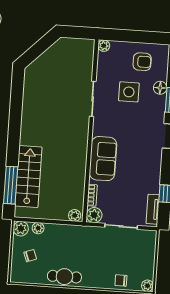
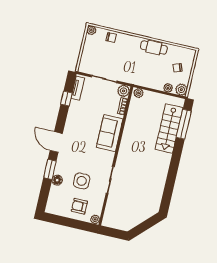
armchair: (142, 62) -> (79, 206), moved

